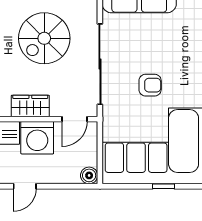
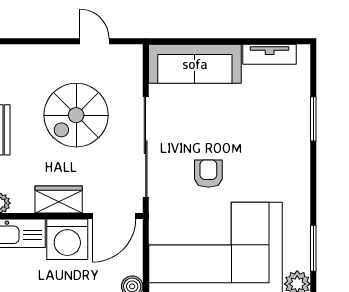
armchair: (150, 85) -> (208, 174), turned -90
door: (75, 119) -> (114, 216), width x1.38

